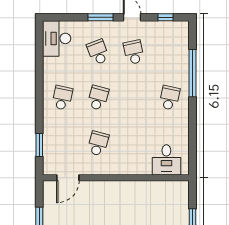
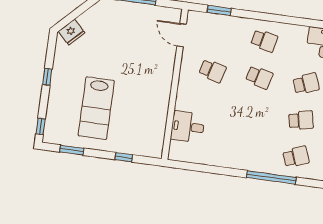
school desk: (169, 98) -> (296, 157), moved, turned -33
desk: (166, 160) -> (188, 127), moved

